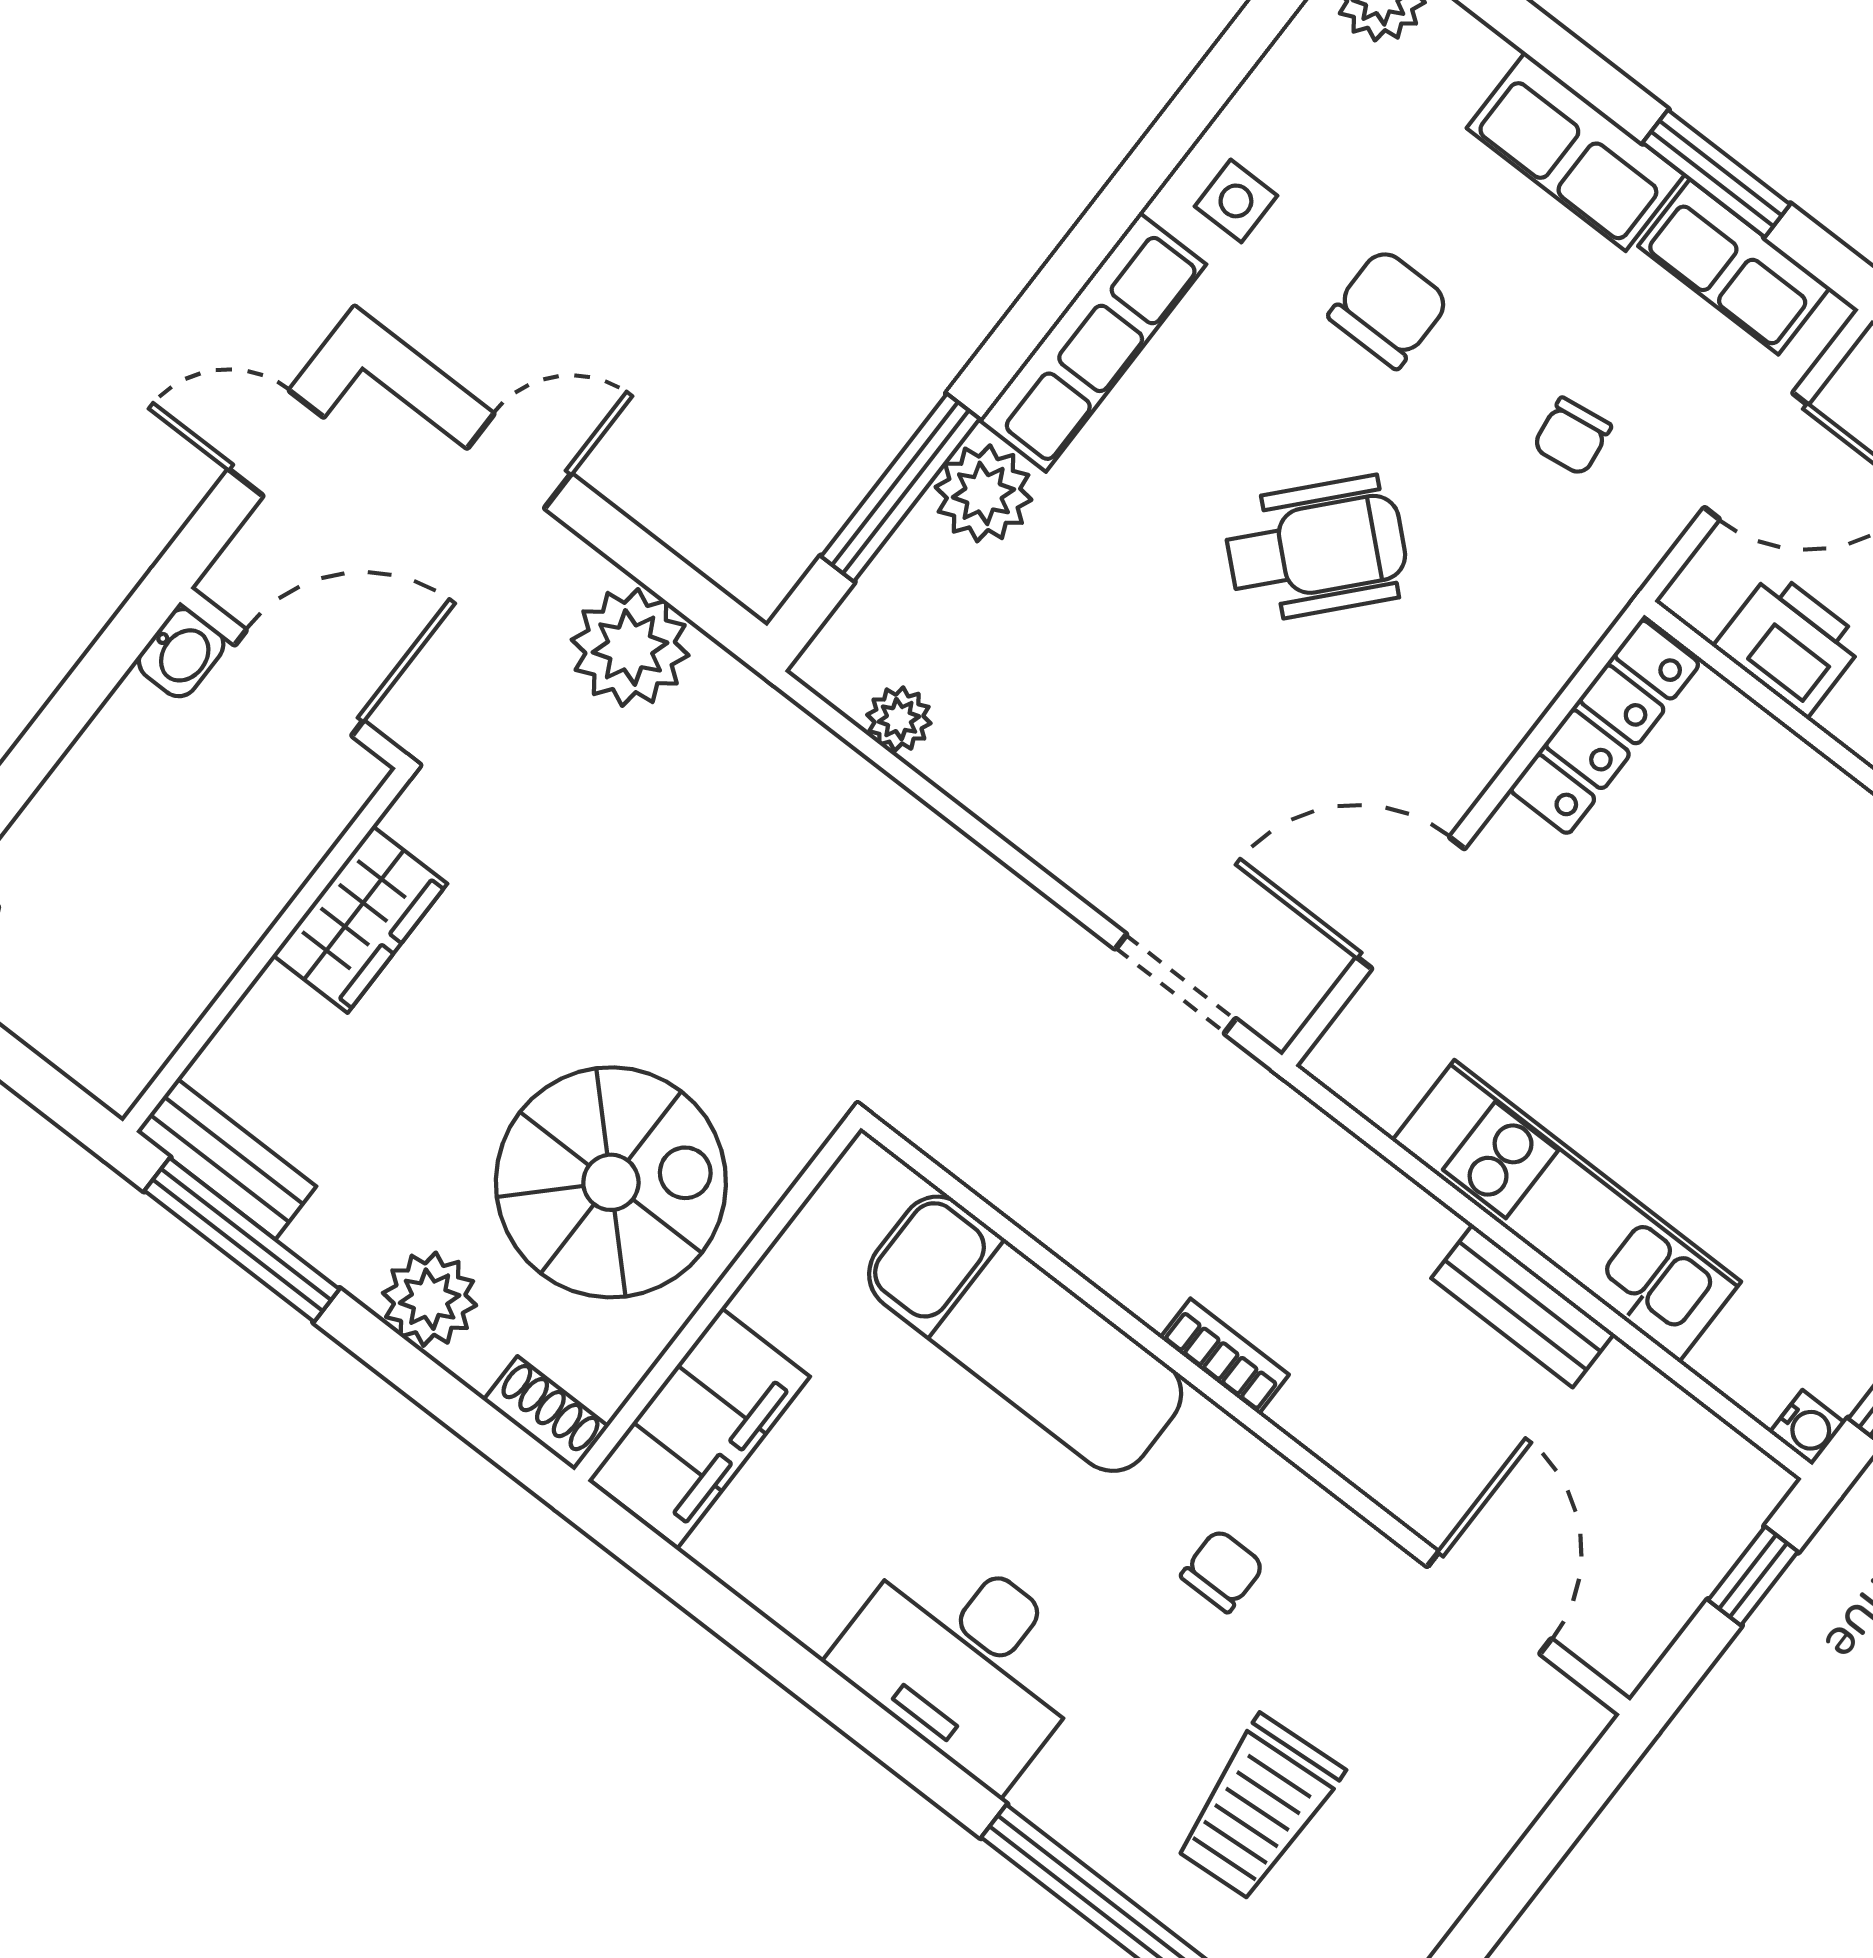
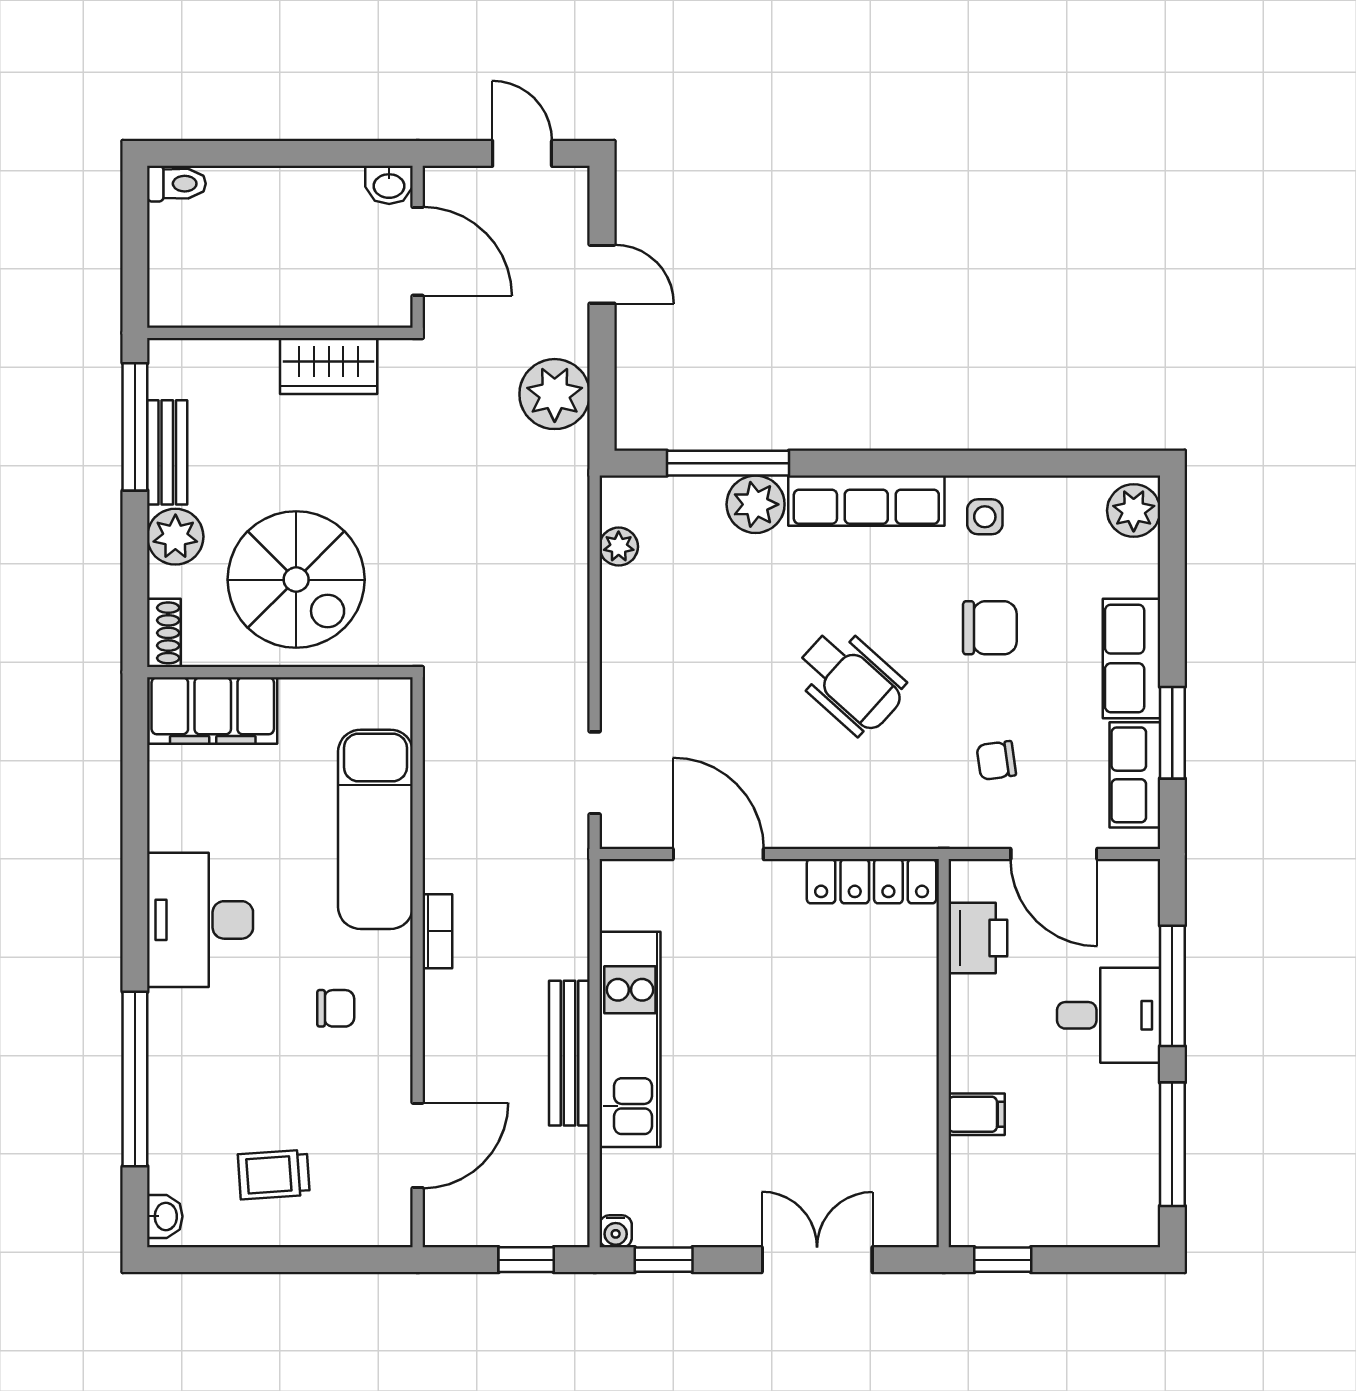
bench: (226, 1159) -> (167, 452), moved
bench: (1523, 1306) -> (569, 1053), width x1.36
trolley: (1258, 1808) -> (274, 1175), moved, width x0.73, depth x0.72

